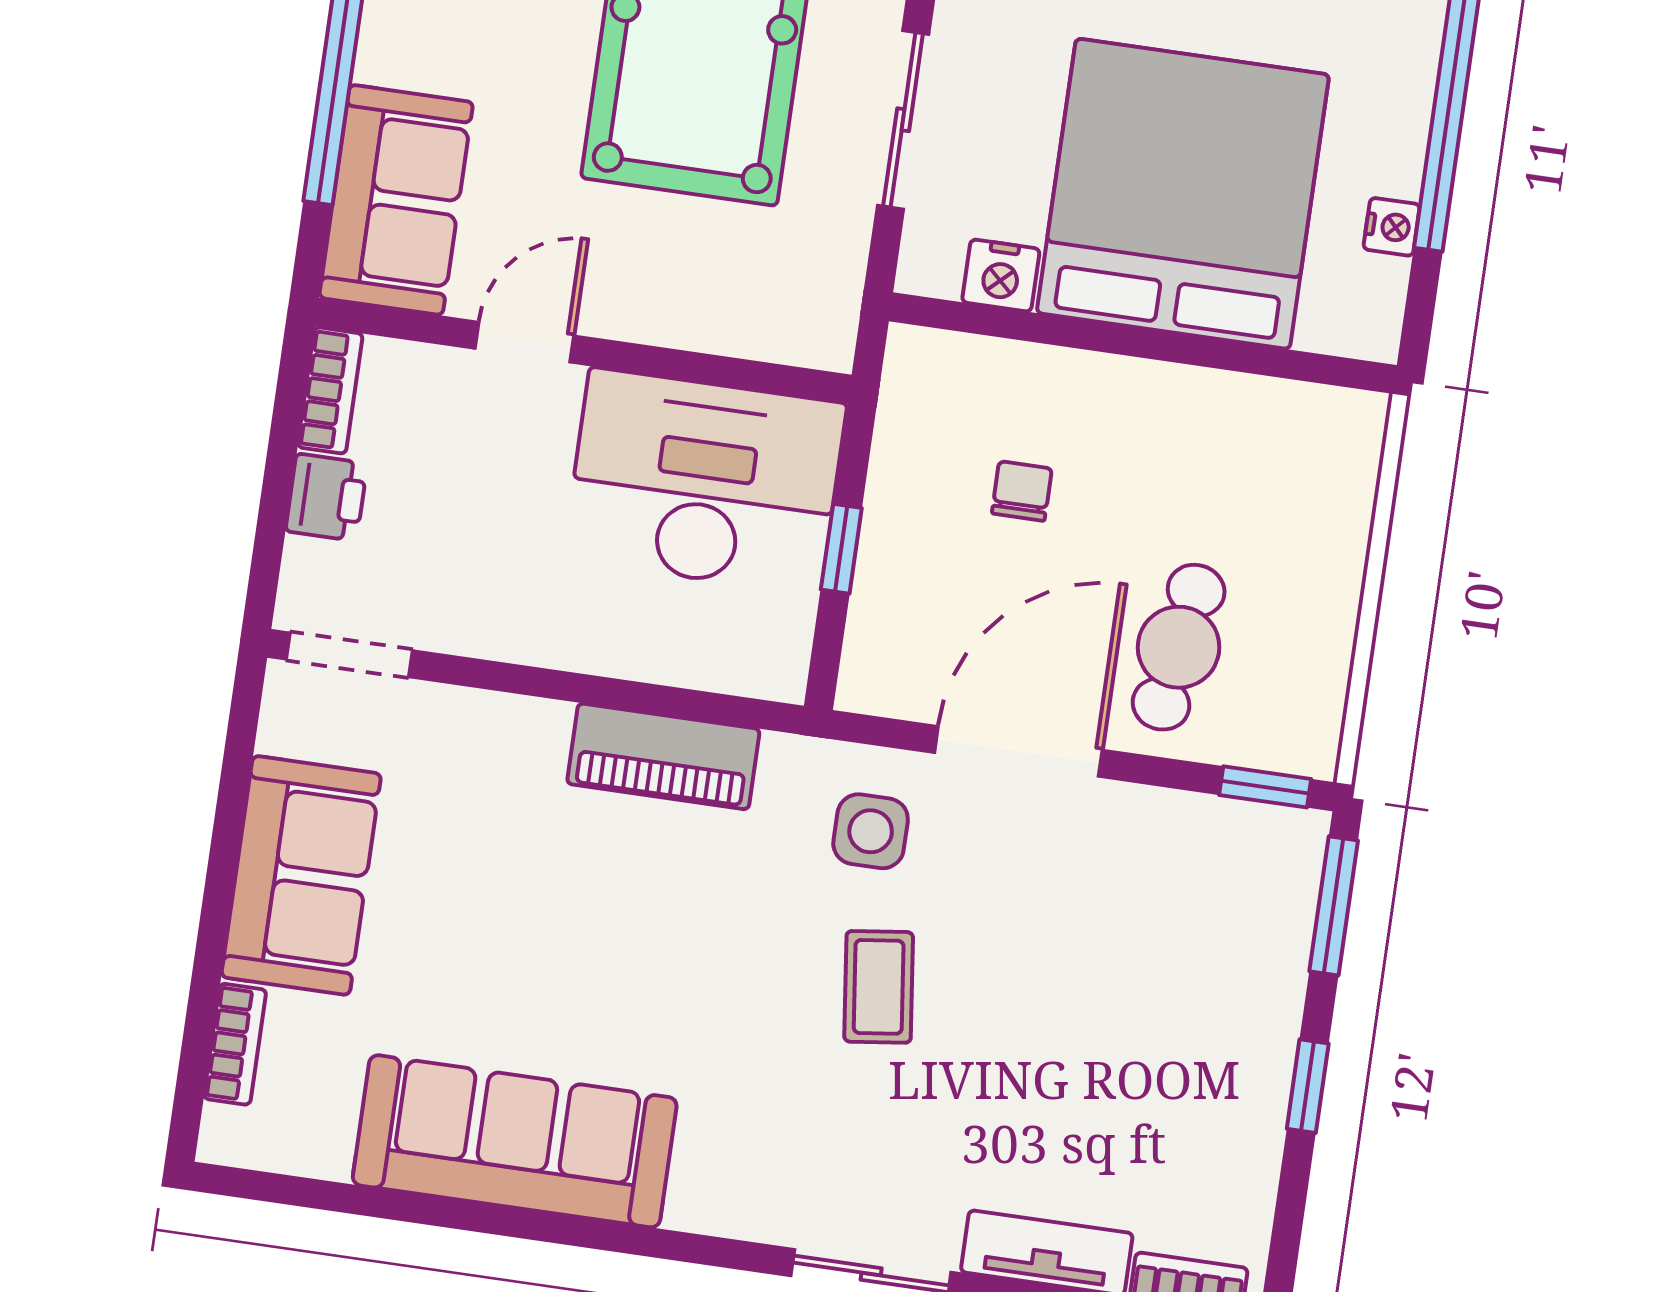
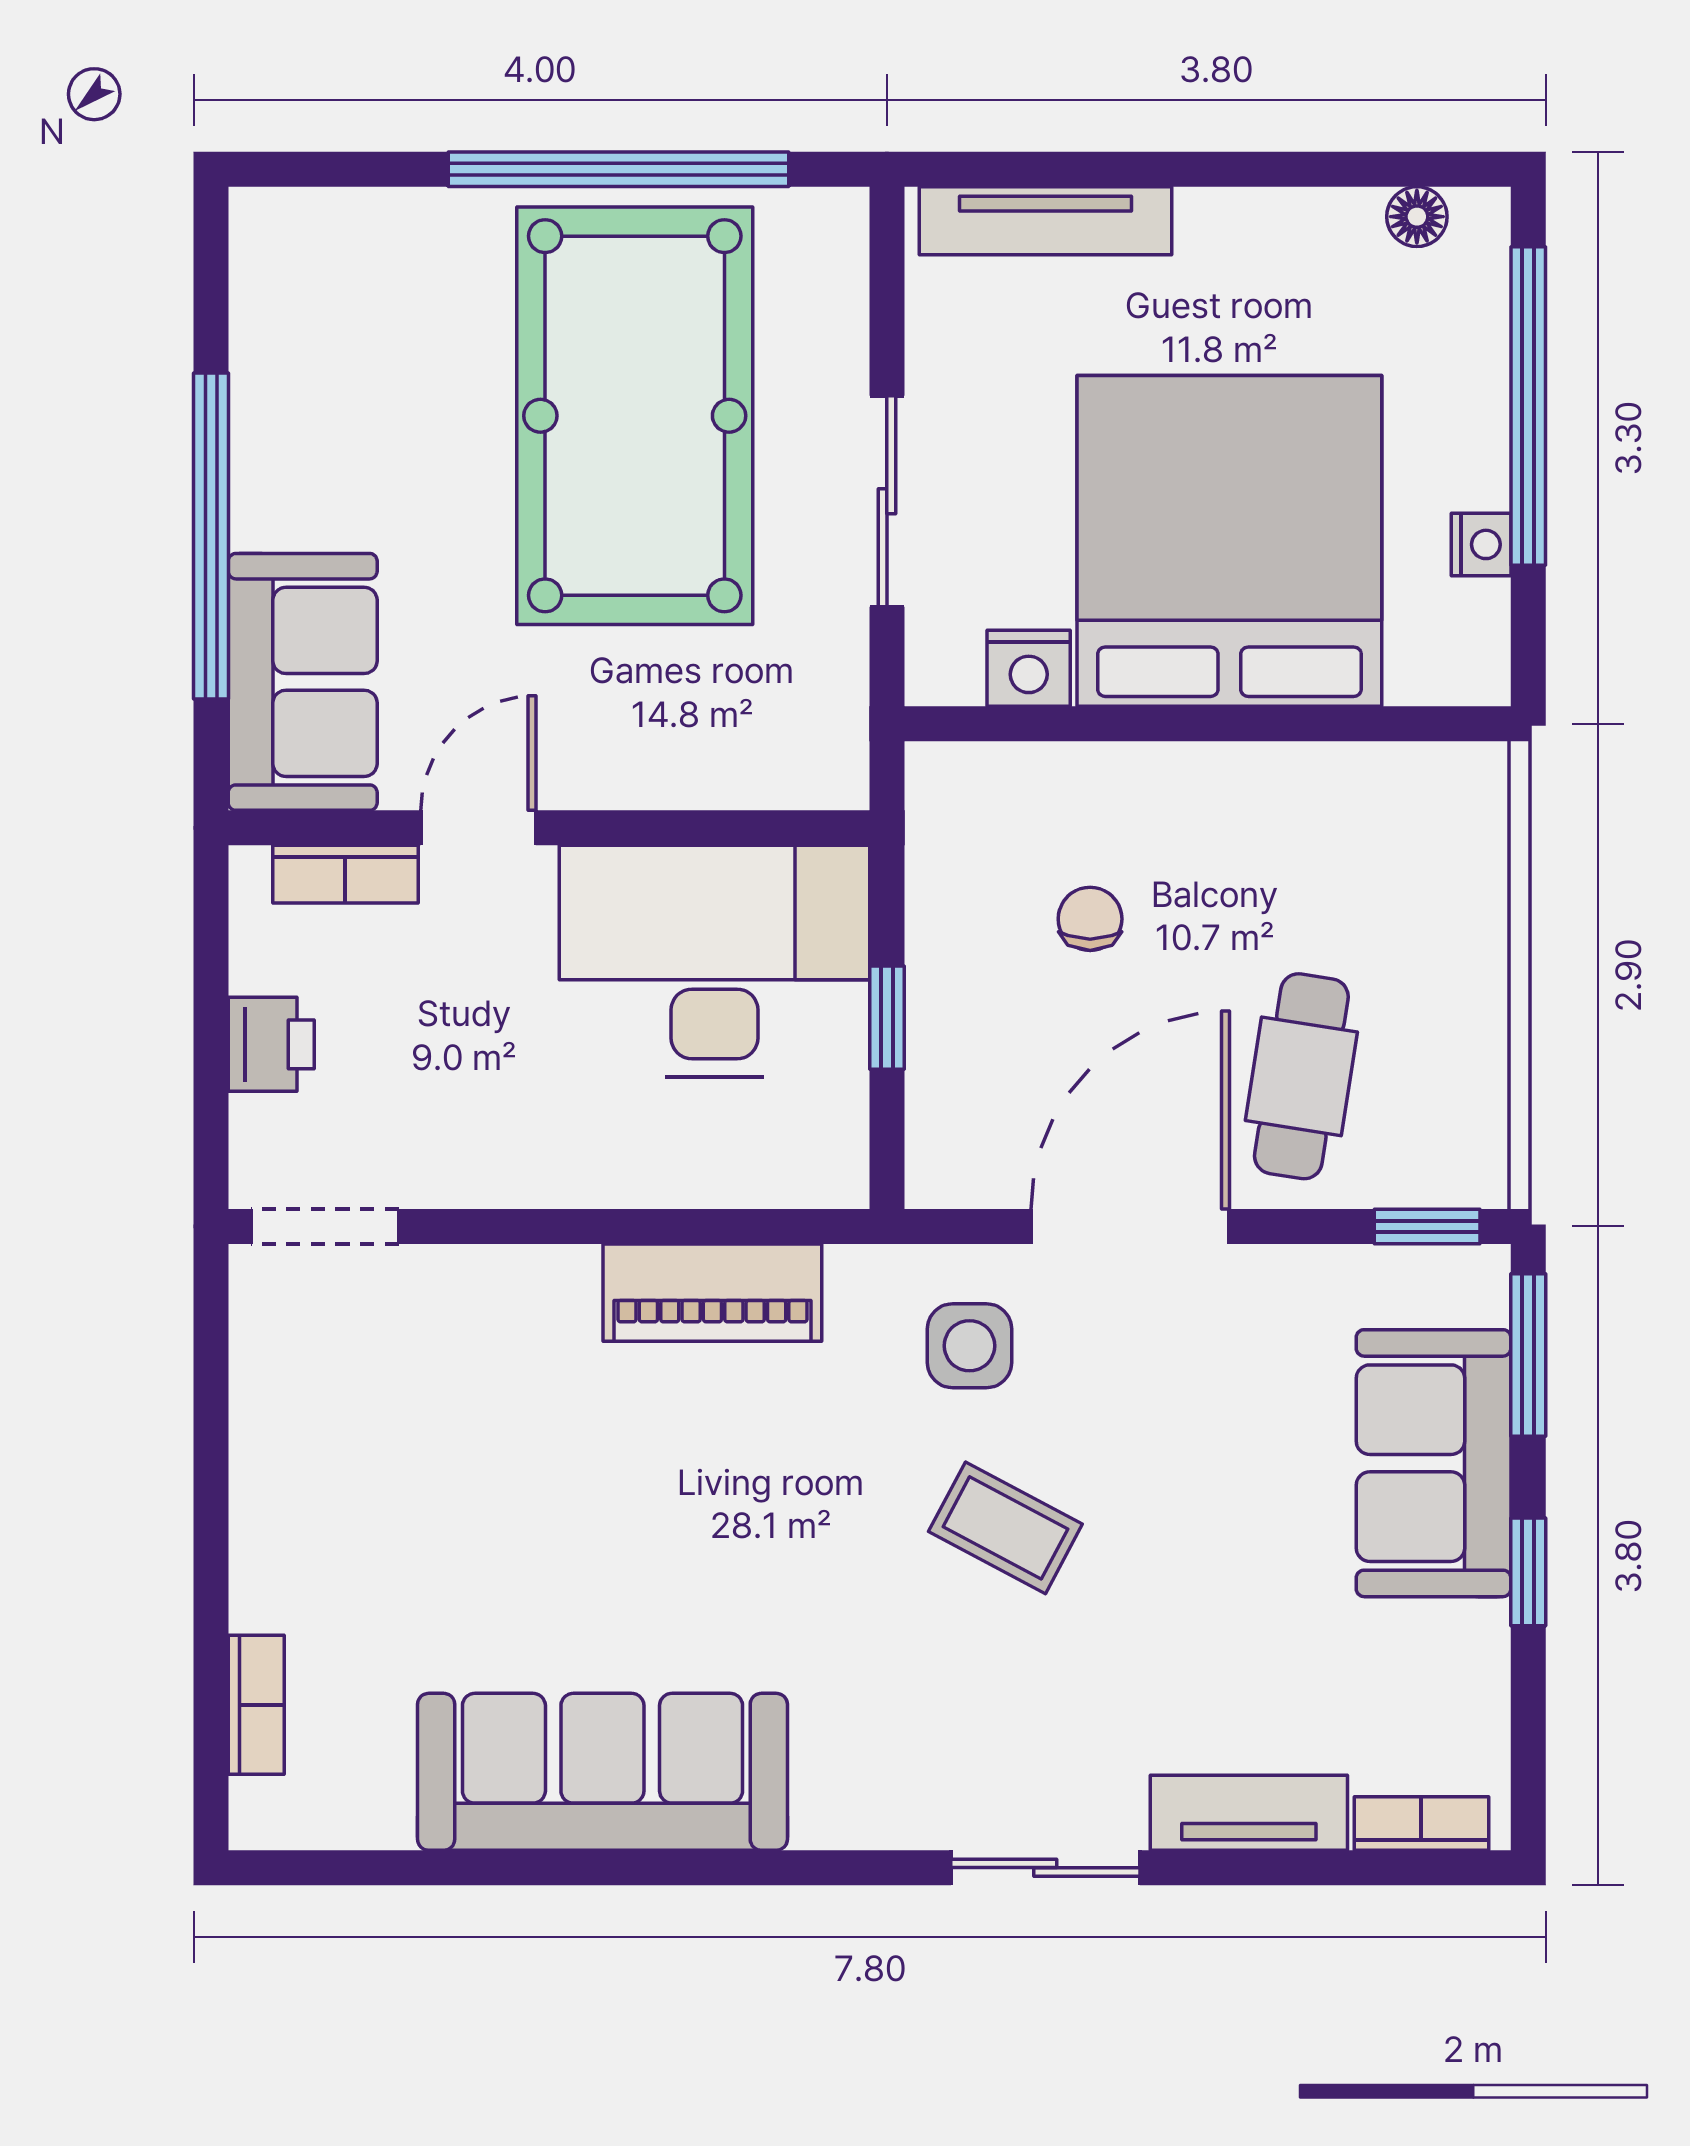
bookcase: (330, 390) -> (345, 874), moved, turned 90
sofa: (301, 875) -> (1434, 1463), moved, turned 180
coffee table: (879, 987) -> (1005, 1528), turned -55

